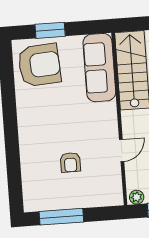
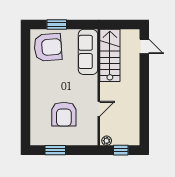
armchair: (70, 162) -> (64, 114), width x1.88, depth x1.88
window: (61, 217) -> (55, 150), width x0.69

